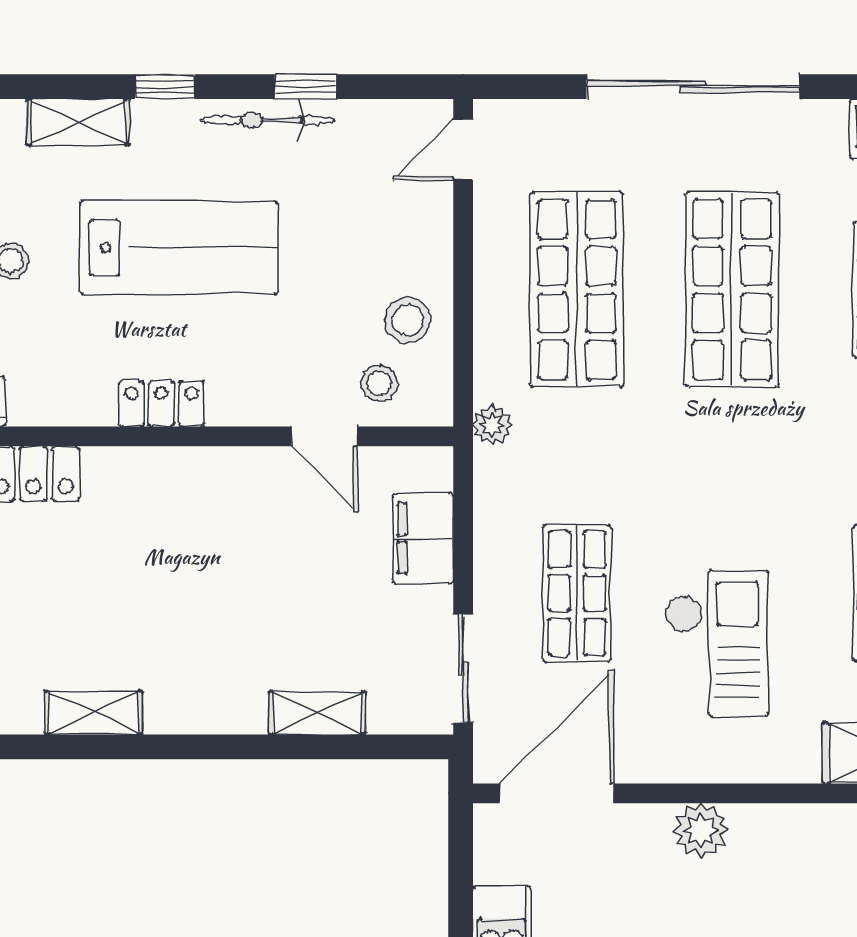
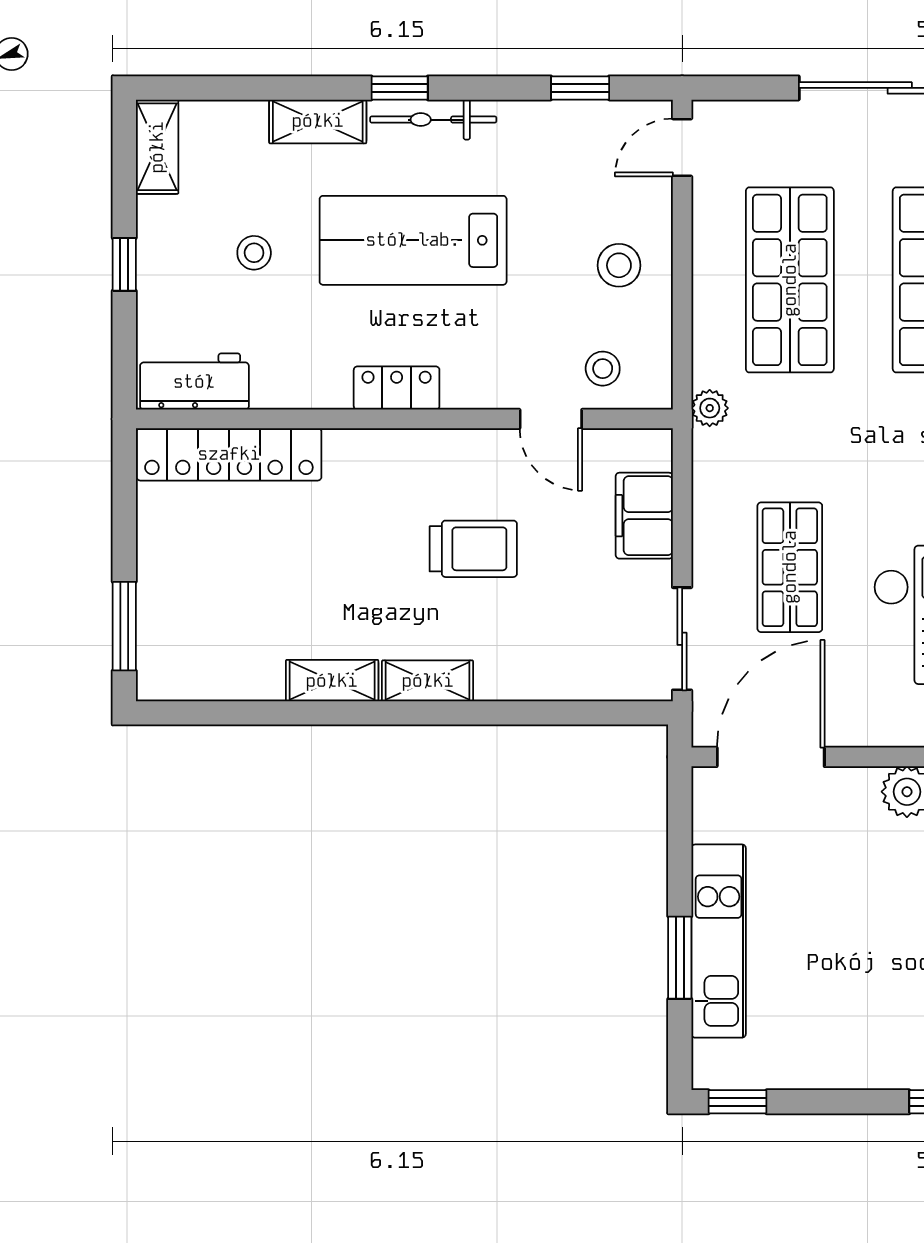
window: (305, 87) -> (580, 88), moved
bicycle: (268, 120) -> (433, 120), moved
lab bench: (179, 248) -> (413, 240), turned 180
stool: (408, 320) -> (619, 265), moved
trolley: (242, 574) -> (473, 549), added
shelving: (317, 713) -> (428, 681), moved

